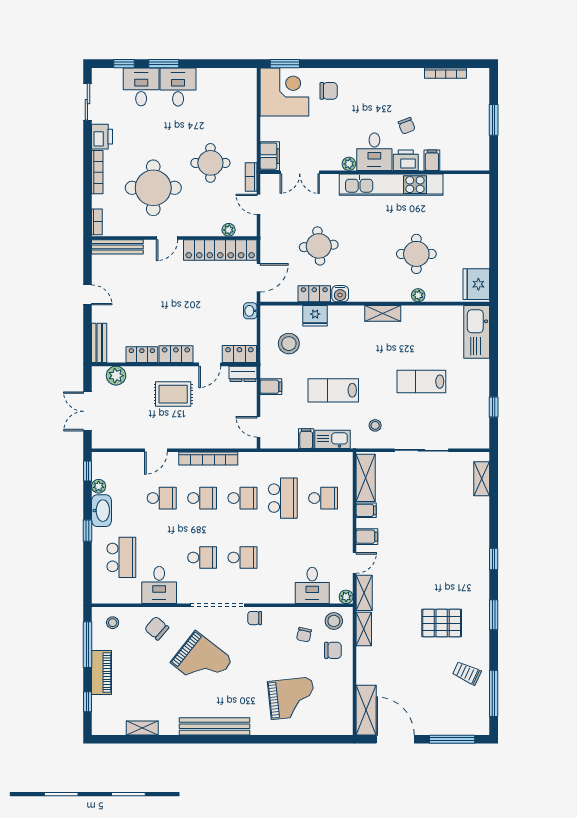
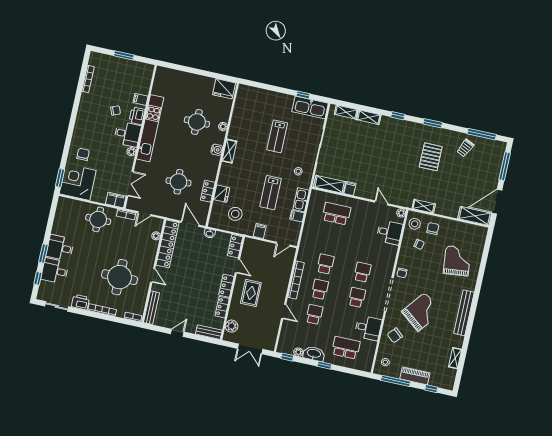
round table: (210, 163) -> (98, 219), moved
water cooler: (340, 294) -> (217, 150), moved
kitchen sink: (477, 332) -> (310, 107), moved
dresser: (243, 374) -> (248, 247), removed
school desk: (283, 498) -> (331, 239), removed
school desk: (323, 498) -> (336, 214), width x1.85
filing cabinet: (367, 537) -> (367, 192), removed
shelving: (364, 593) -> (369, 117), moved

